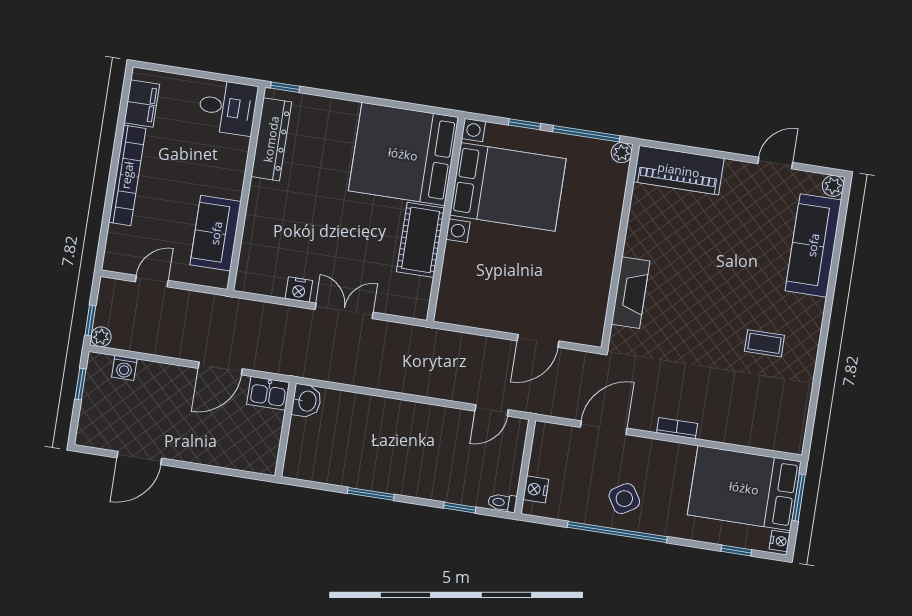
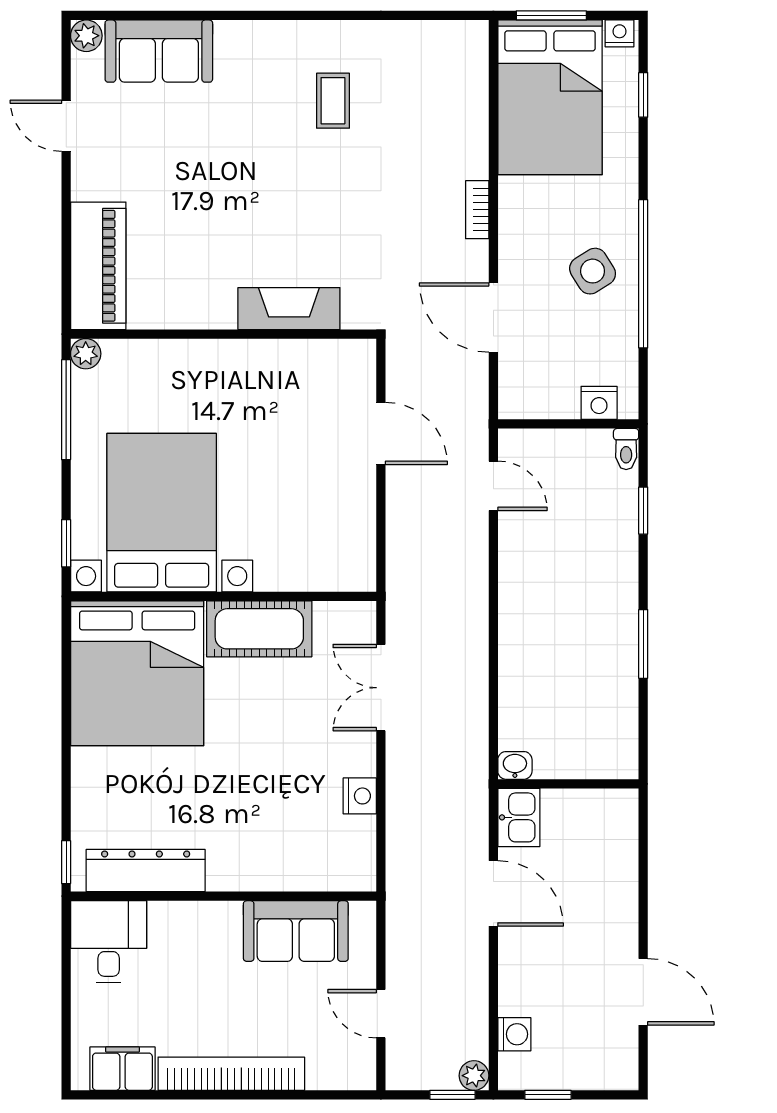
window: (524, 124) -> (66, 543), moved
sofa: (813, 245) -> (159, 51), width x0.73
double door: (344, 311) -> (381, 688), moved
washbasin: (307, 401) -> (515, 765), width x0.72, depth x0.69

